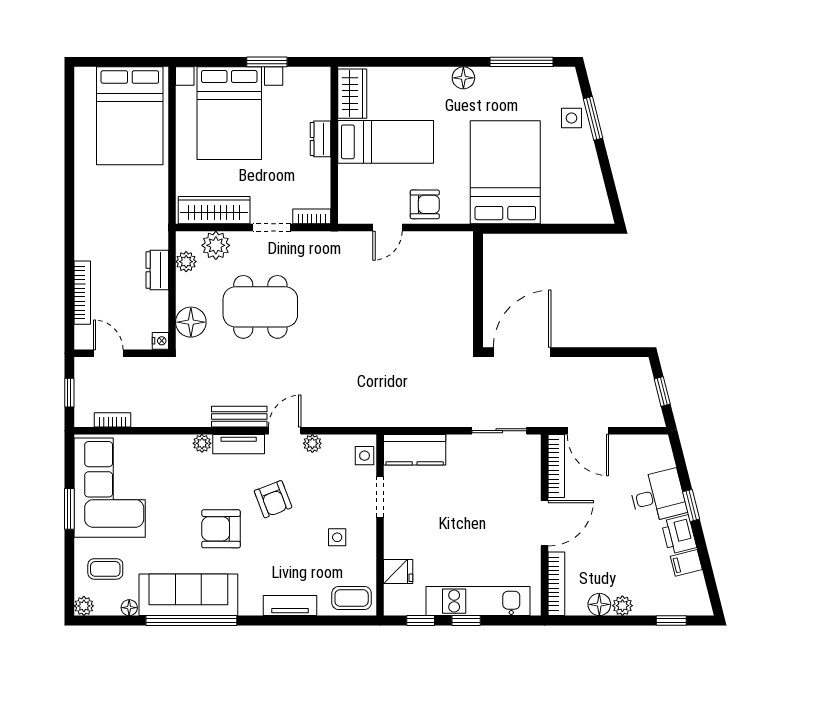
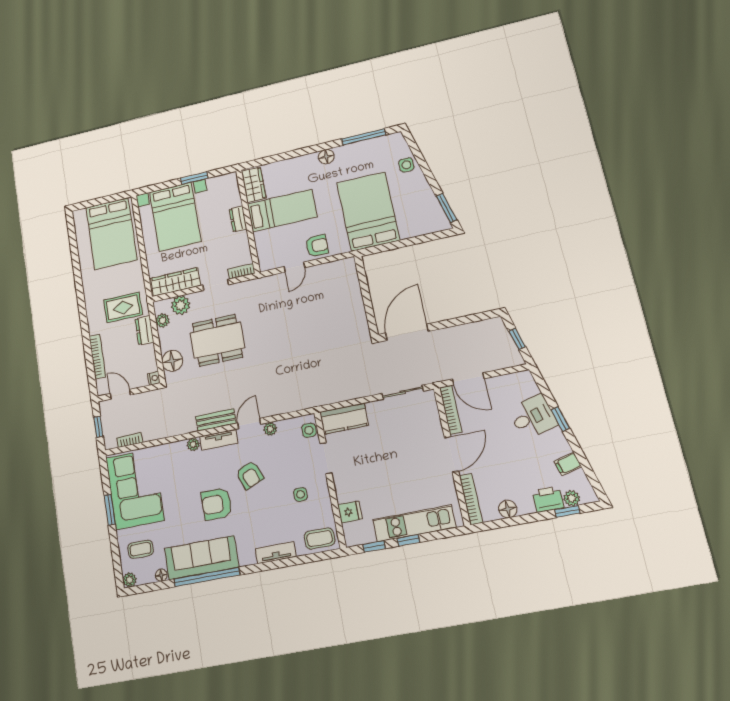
window: (593, 118) -> (447, 208), moved
rug: (131, 230) -> (123, 307), added
printer: (679, 534) -> (548, 499), moved, turned 104
plant: (622, 606) -> (572, 498), moved

